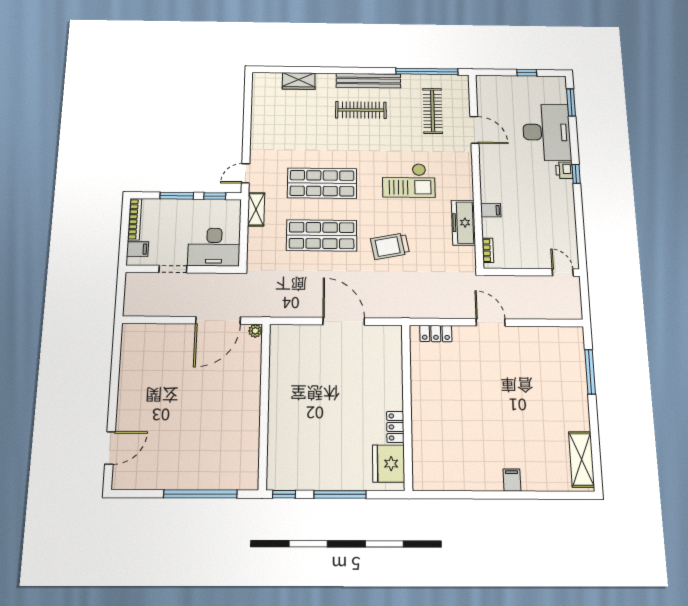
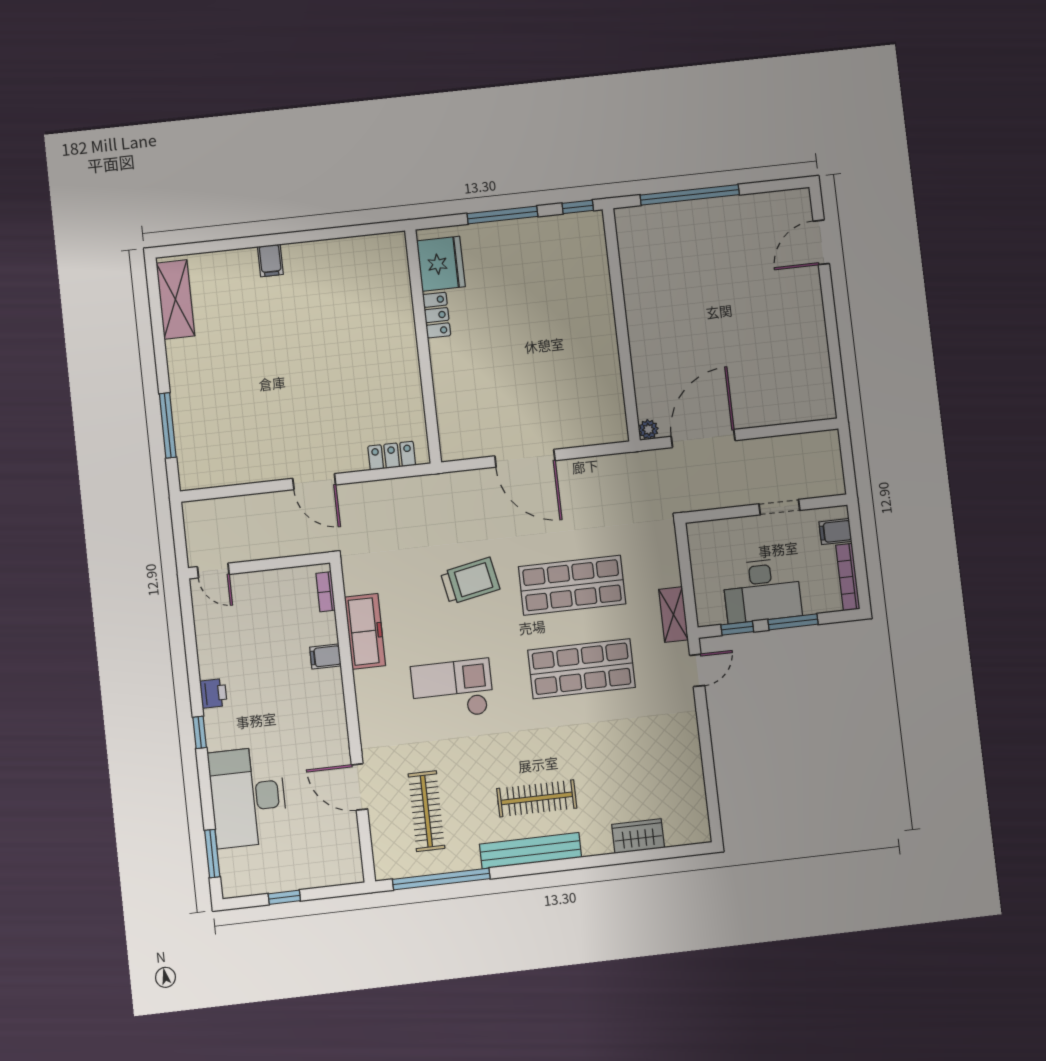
printer: (564, 170) -> (213, 693), moved
desk: (214, 247) -> (762, 590), moved, turned 180

